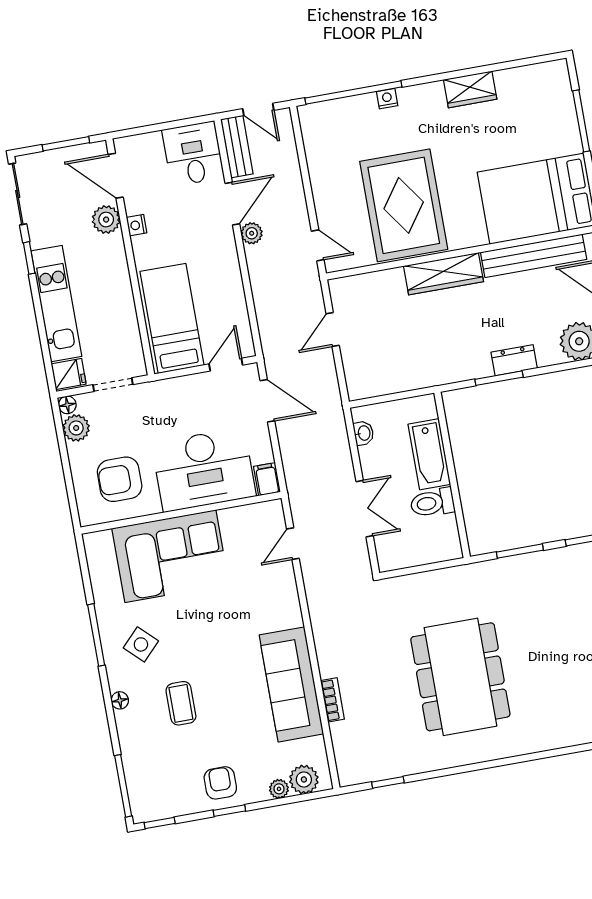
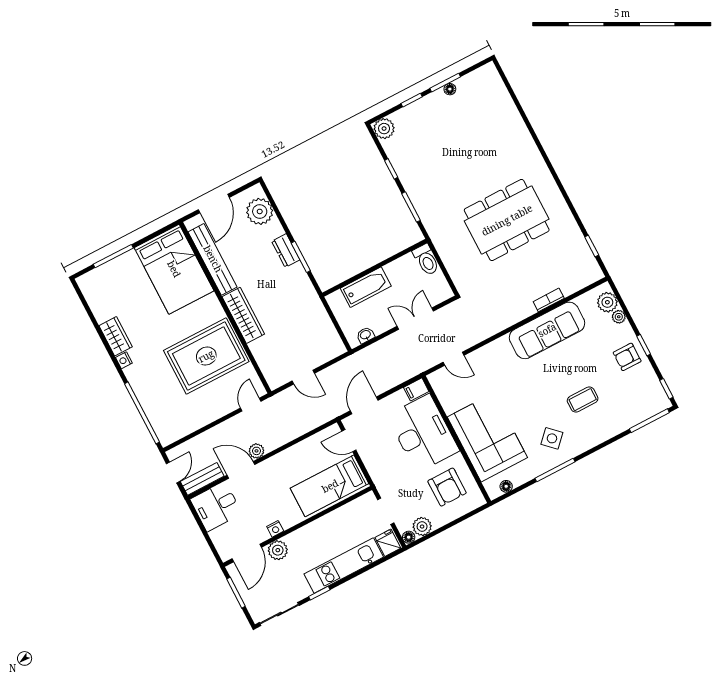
nightstand: (387, 99) -> (124, 360), moved
toilet: (432, 503) -> (426, 260), moved
floor lamp: (120, 700) -> (506, 486), moved

